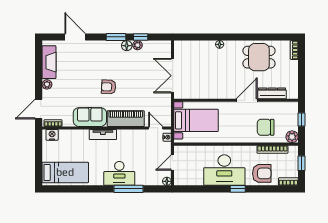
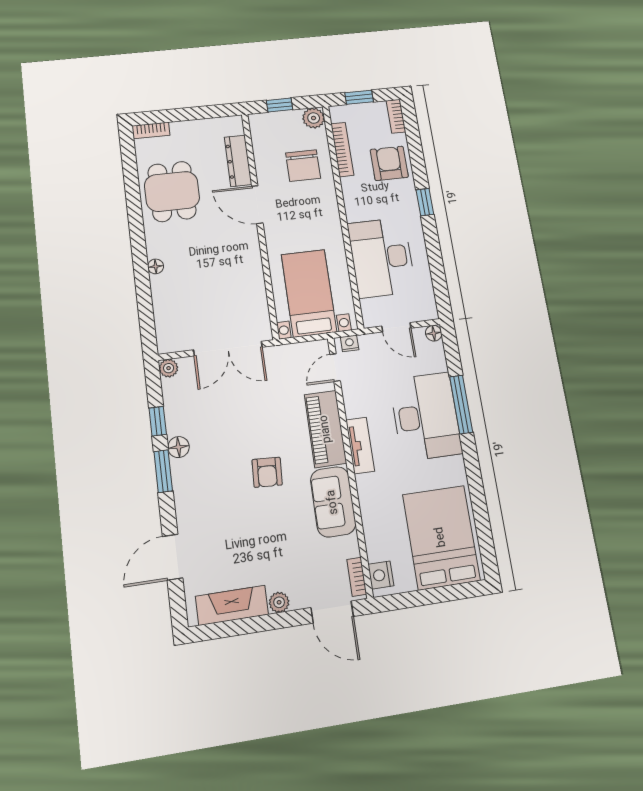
plant: (137, 45) -> (169, 368), moved
tv unit: (103, 135) -> (360, 445), moved
desk: (224, 170) -> (382, 257), moved, turned 180
bed: (65, 172) -> (441, 537), width x1.50
desk: (119, 173) -> (426, 417), width x1.36, depth x1.30

